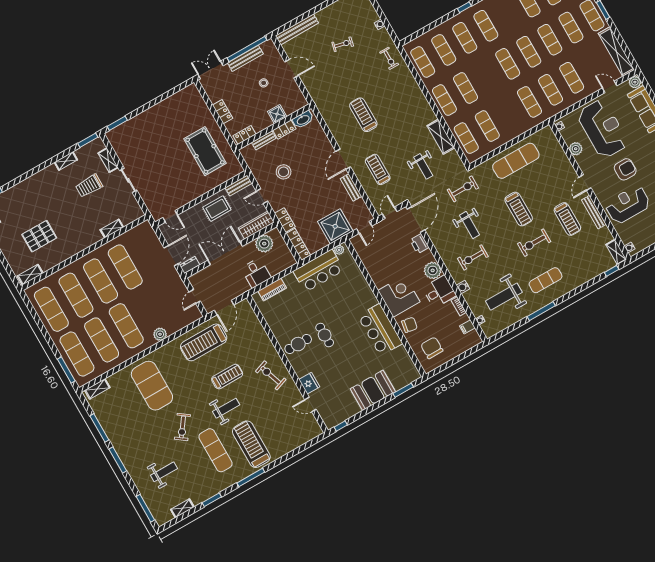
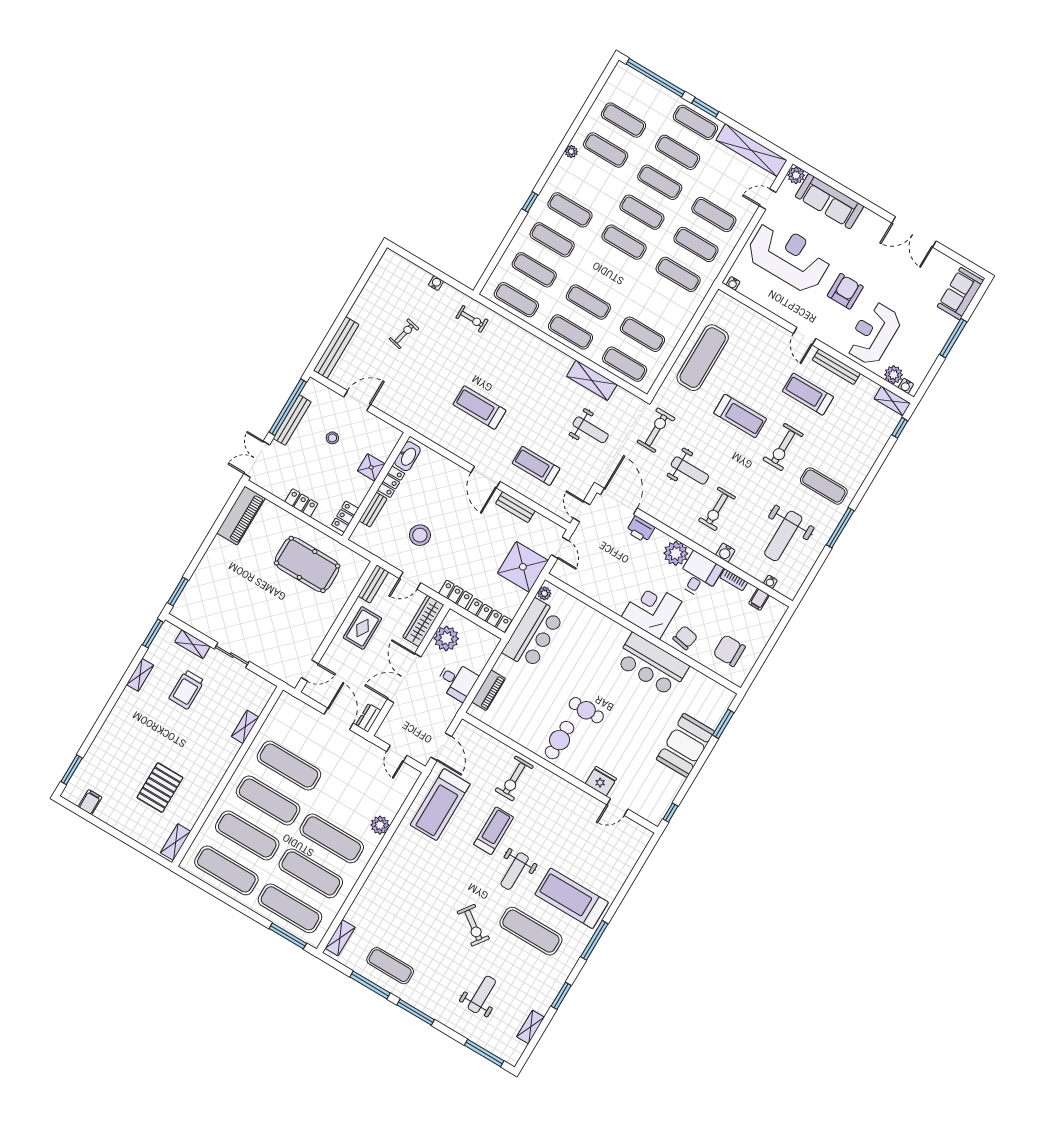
piano: (181, 99) -> (241, 516), added
plant: (576, 149) -> (894, 375), moved
treadmill: (567, 219) -> (808, 394), turned 180
exercise mat: (546, 280) -> (824, 486), turned 90
exercise bike: (271, 375) -> (514, 778), moved, turned -71
exercise mat: (152, 386) -> (390, 966), moved, width x0.50, depth x0.69
weight bench: (226, 408) -> (515, 871), turned 180

